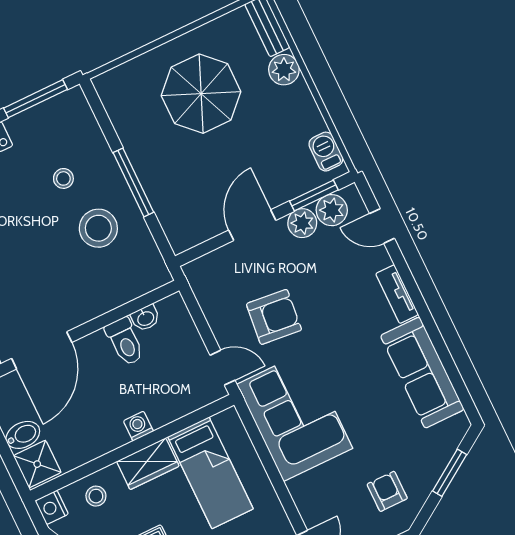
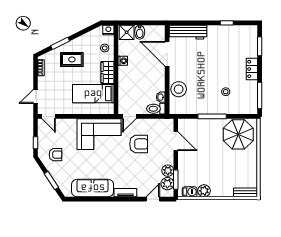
plant: (284, 70) -> (204, 191), moved
parasol: (201, 94) -> (238, 134), moved
door: (252, 225) -> (176, 141), moved
stool: (98, 228) -> (179, 89), moved
armchair: (274, 317) -> (139, 144), turned -96
toilet: (125, 342) -> (156, 109), moved
washing machine: (138, 426) -> (123, 61), moved

